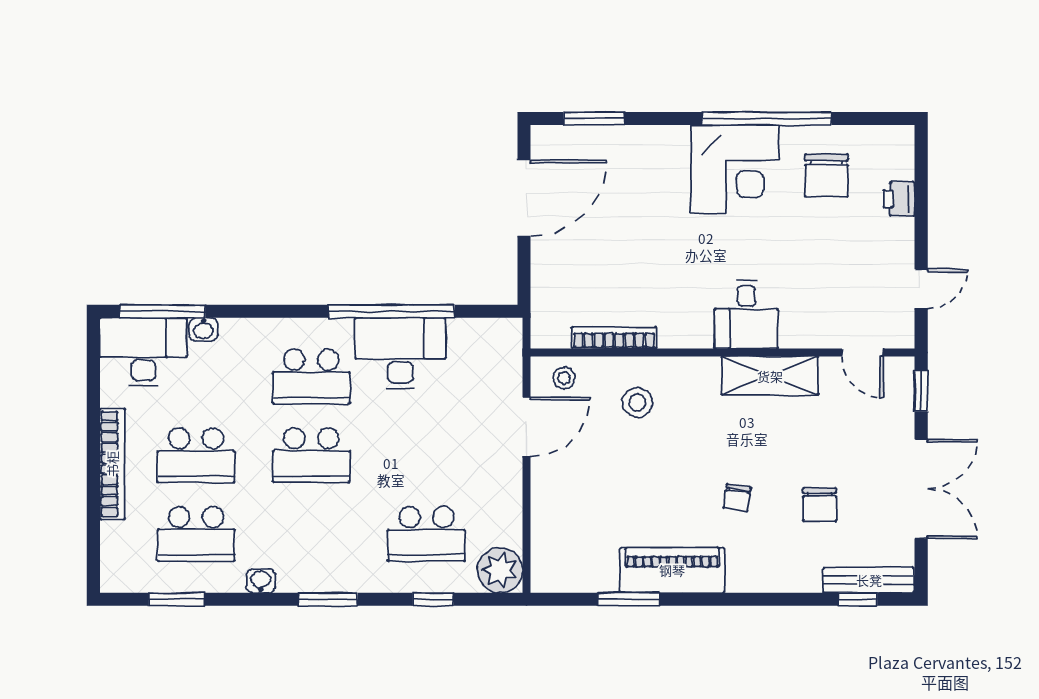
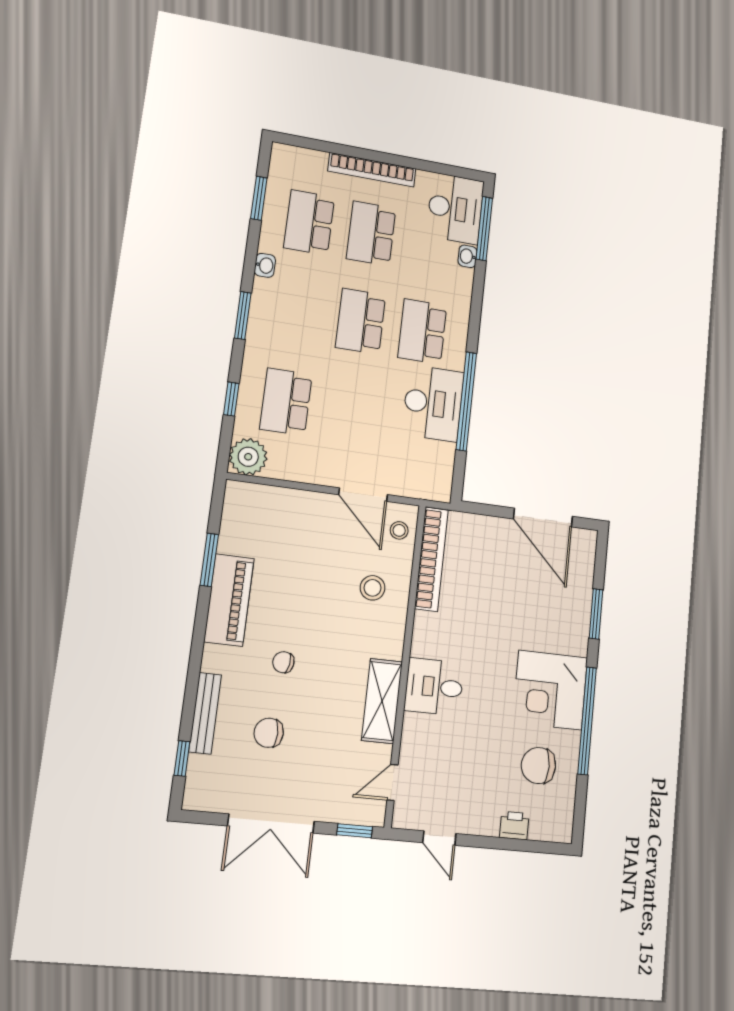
window: (594, 119) -> (596, 614), moved
bookcase: (614, 338) -> (431, 559), width x1.48, depth x1.31
bench: (869, 580) -> (205, 713), moved

